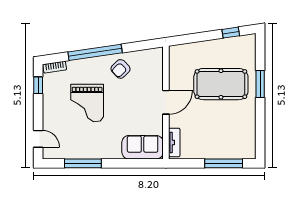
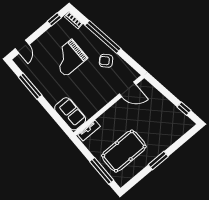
pool table: (221, 84) -> (124, 151), moved, turned 90
window: (260, 84) -> (158, 160), moved
door: (166, 102) -> (128, 89), moved

